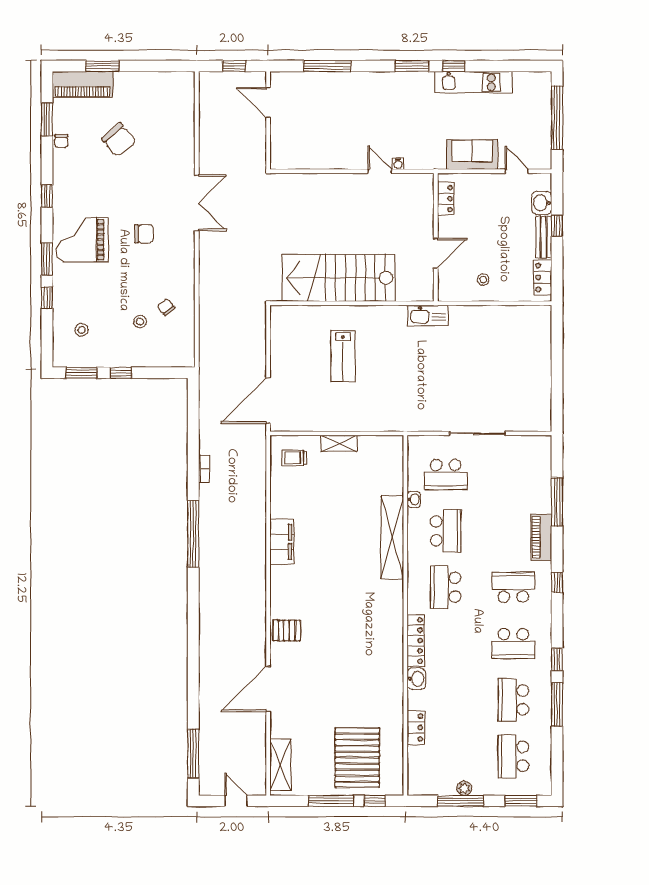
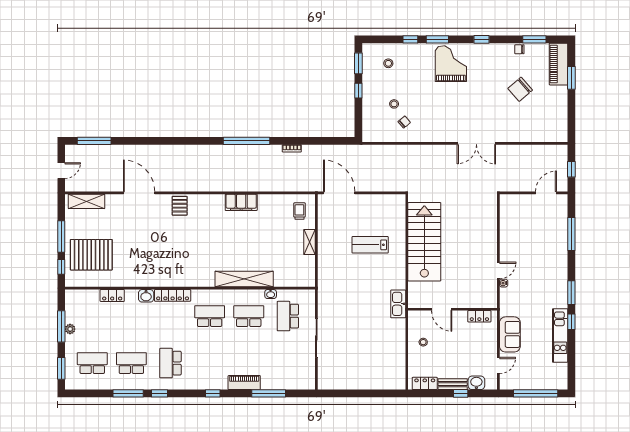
chair: (144, 234) -> (455, 107), removed
school desk: (446, 531) -> (249, 316), turned 180
school desk: (513, 587) -> (210, 363), removed

